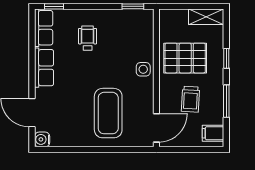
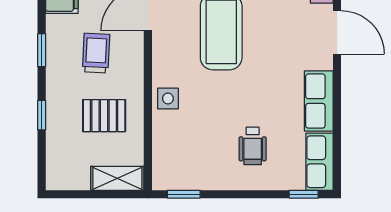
shelving: (206, 17) -> (117, 178), moved
pallet: (185, 58) -> (104, 116), width x0.67, depth x0.71
window: (226, 101) -> (42, 50), width x0.67

